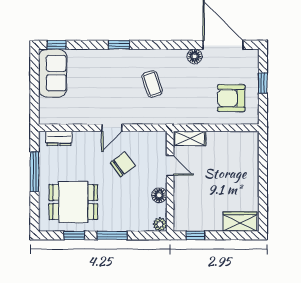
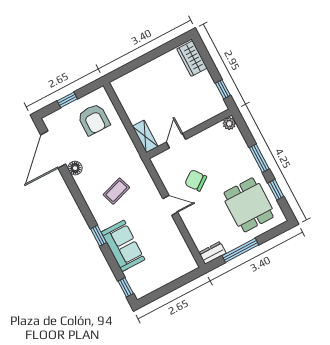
sofa: (53, 73) -> (123, 246), moved, turned 90
dresser: (59, 138) -> (213, 253), moved, turned -90
floor lamp: (159, 195) -> (205, 137), removed

